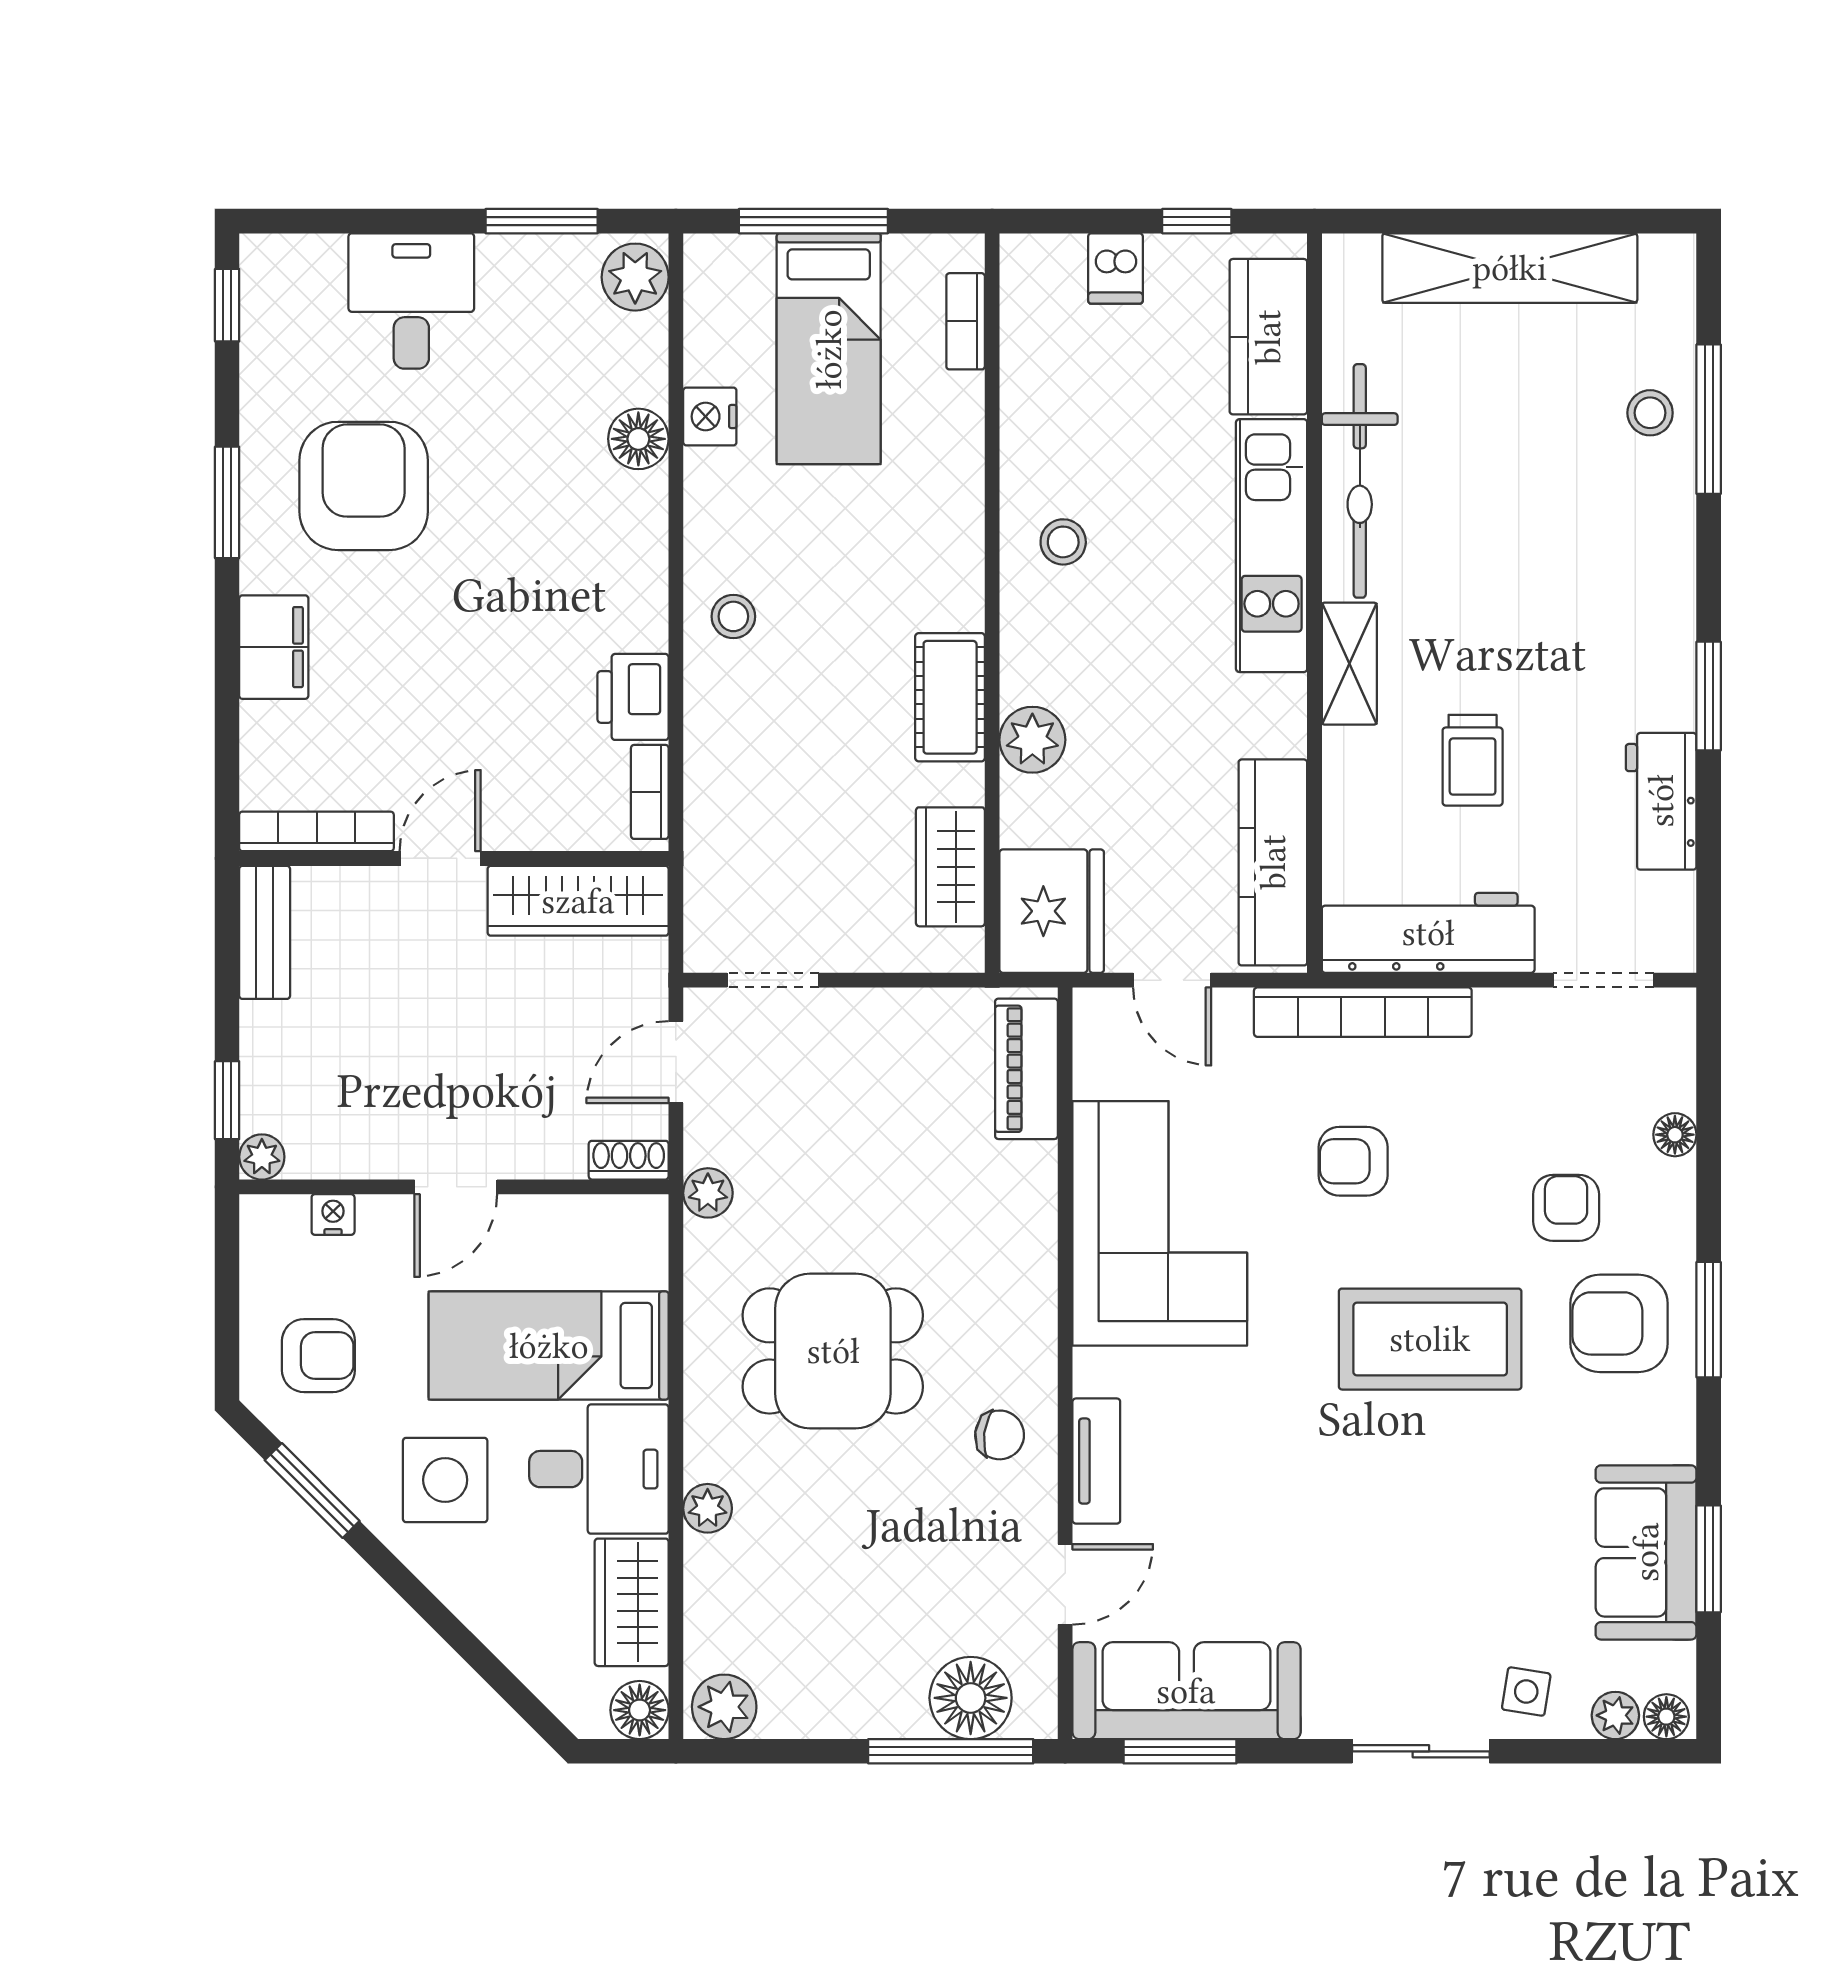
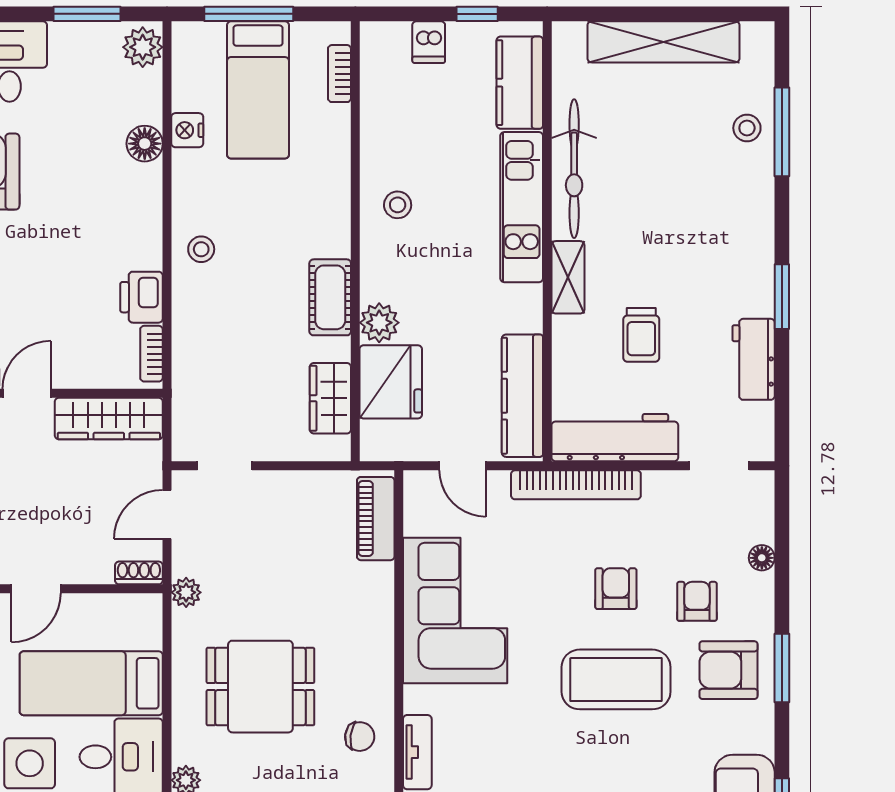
fridge: (1052, 911) -> (391, 382), moved
armchair: (1353, 1161) -> (616, 589), moved, turned 90

